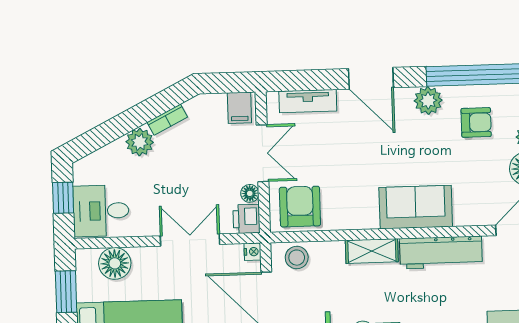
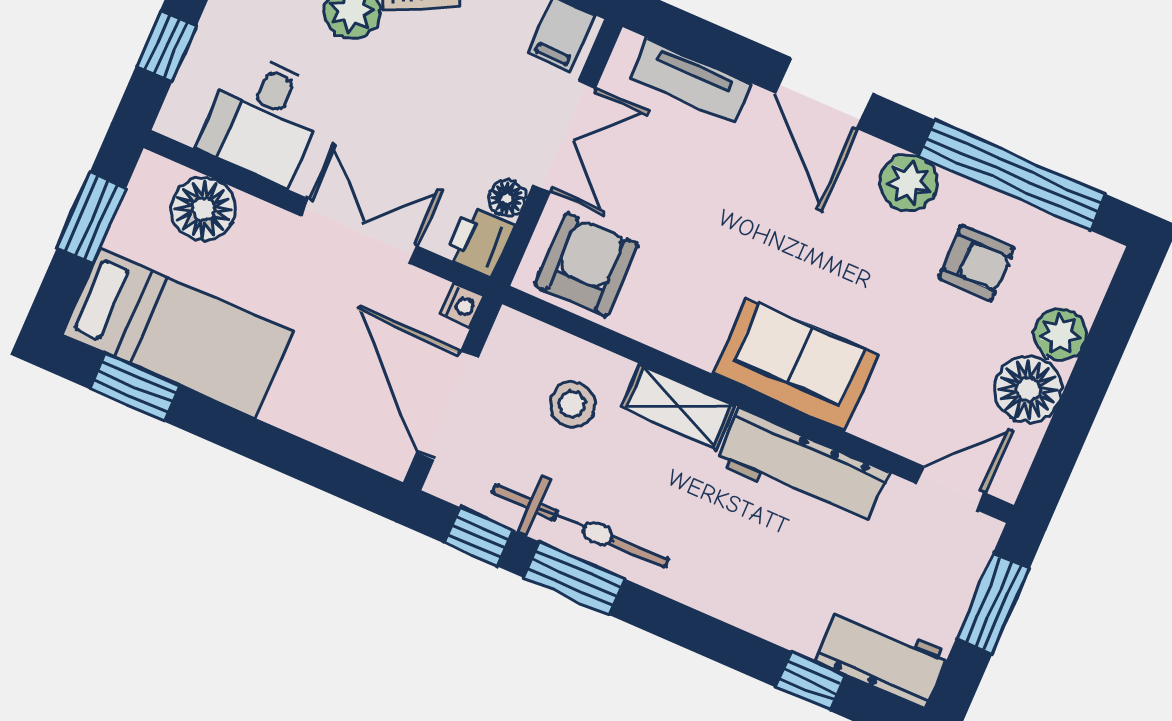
desk: (101, 211) -> (263, 118), moved, turned -90
stool: (297, 258) -> (572, 404), moved

